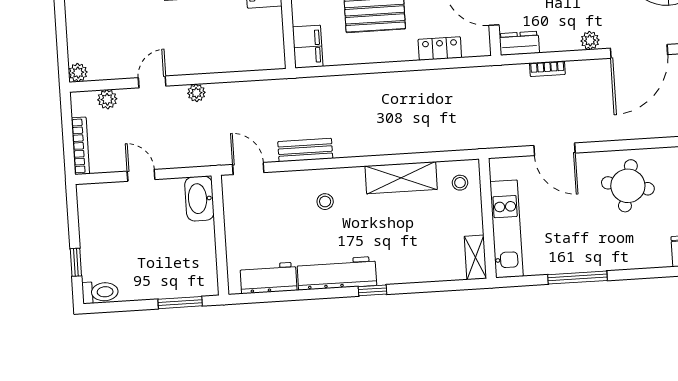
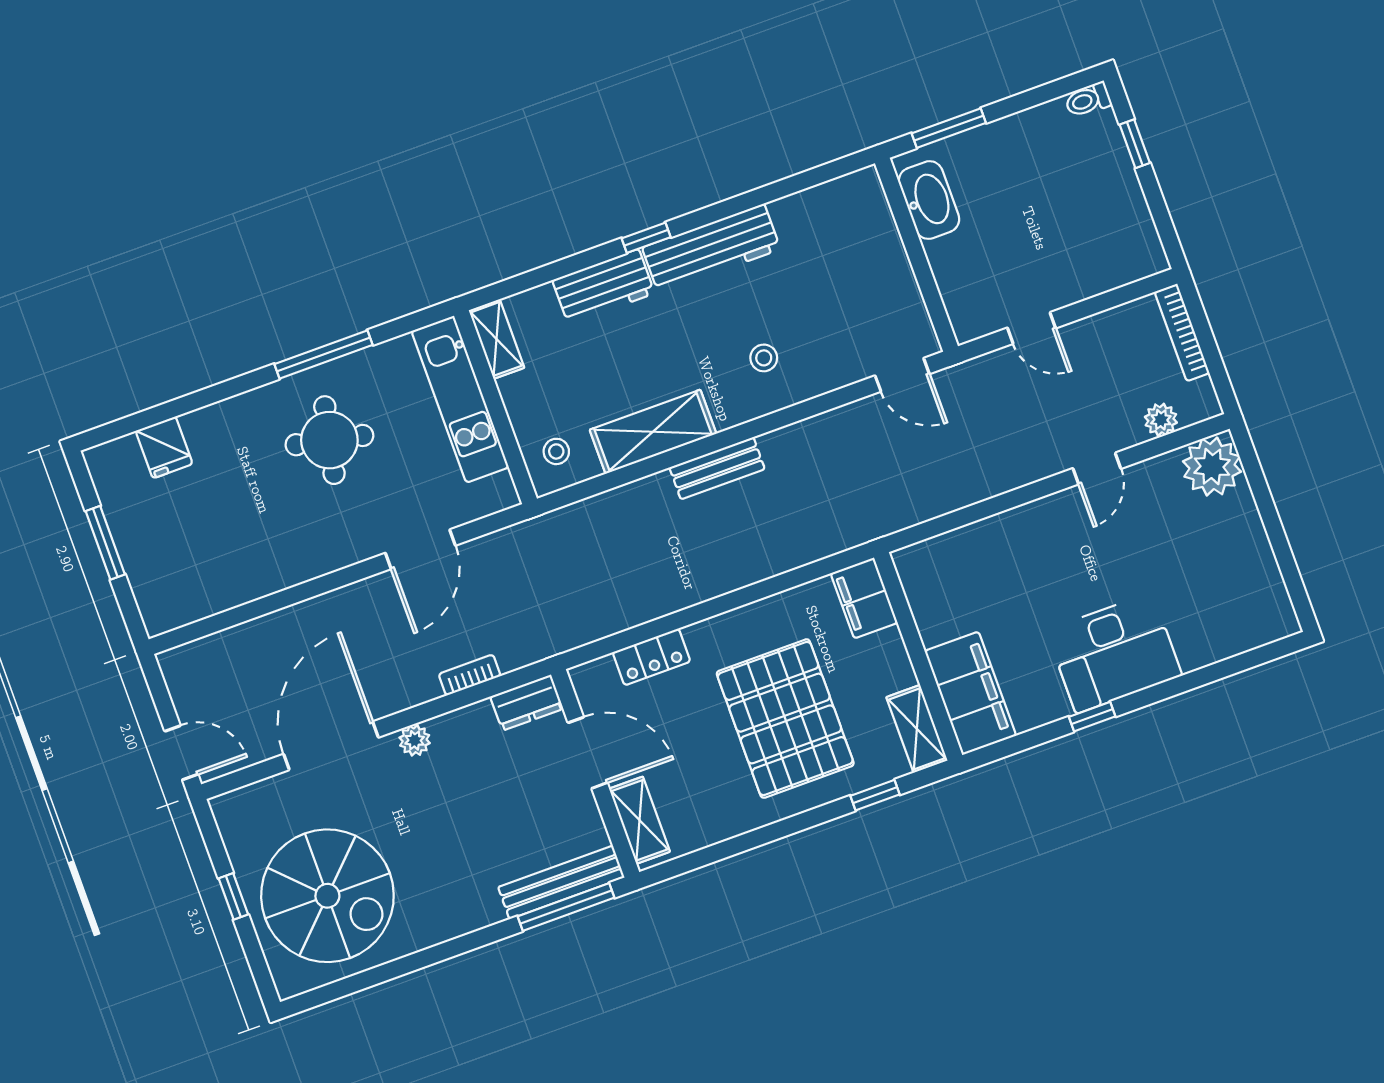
plant: (78, 73) -> (1212, 467), width x1.88, depth x1.88
plant: (196, 93) -> (1021, 472), removed
door: (555, 149) -> (420, 549), swing flipped
bench: (305, 150) -> (717, 468), moved
door: (141, 175) -> (1032, 328), moved
round table: (628, 186) -> (329, 440), moved
washbasin: (199, 199) -> (929, 200), moved
workbench: (268, 278) -> (603, 287), moved
toilet: (100, 292) -> (1088, 100), width x0.73, depth x0.72

